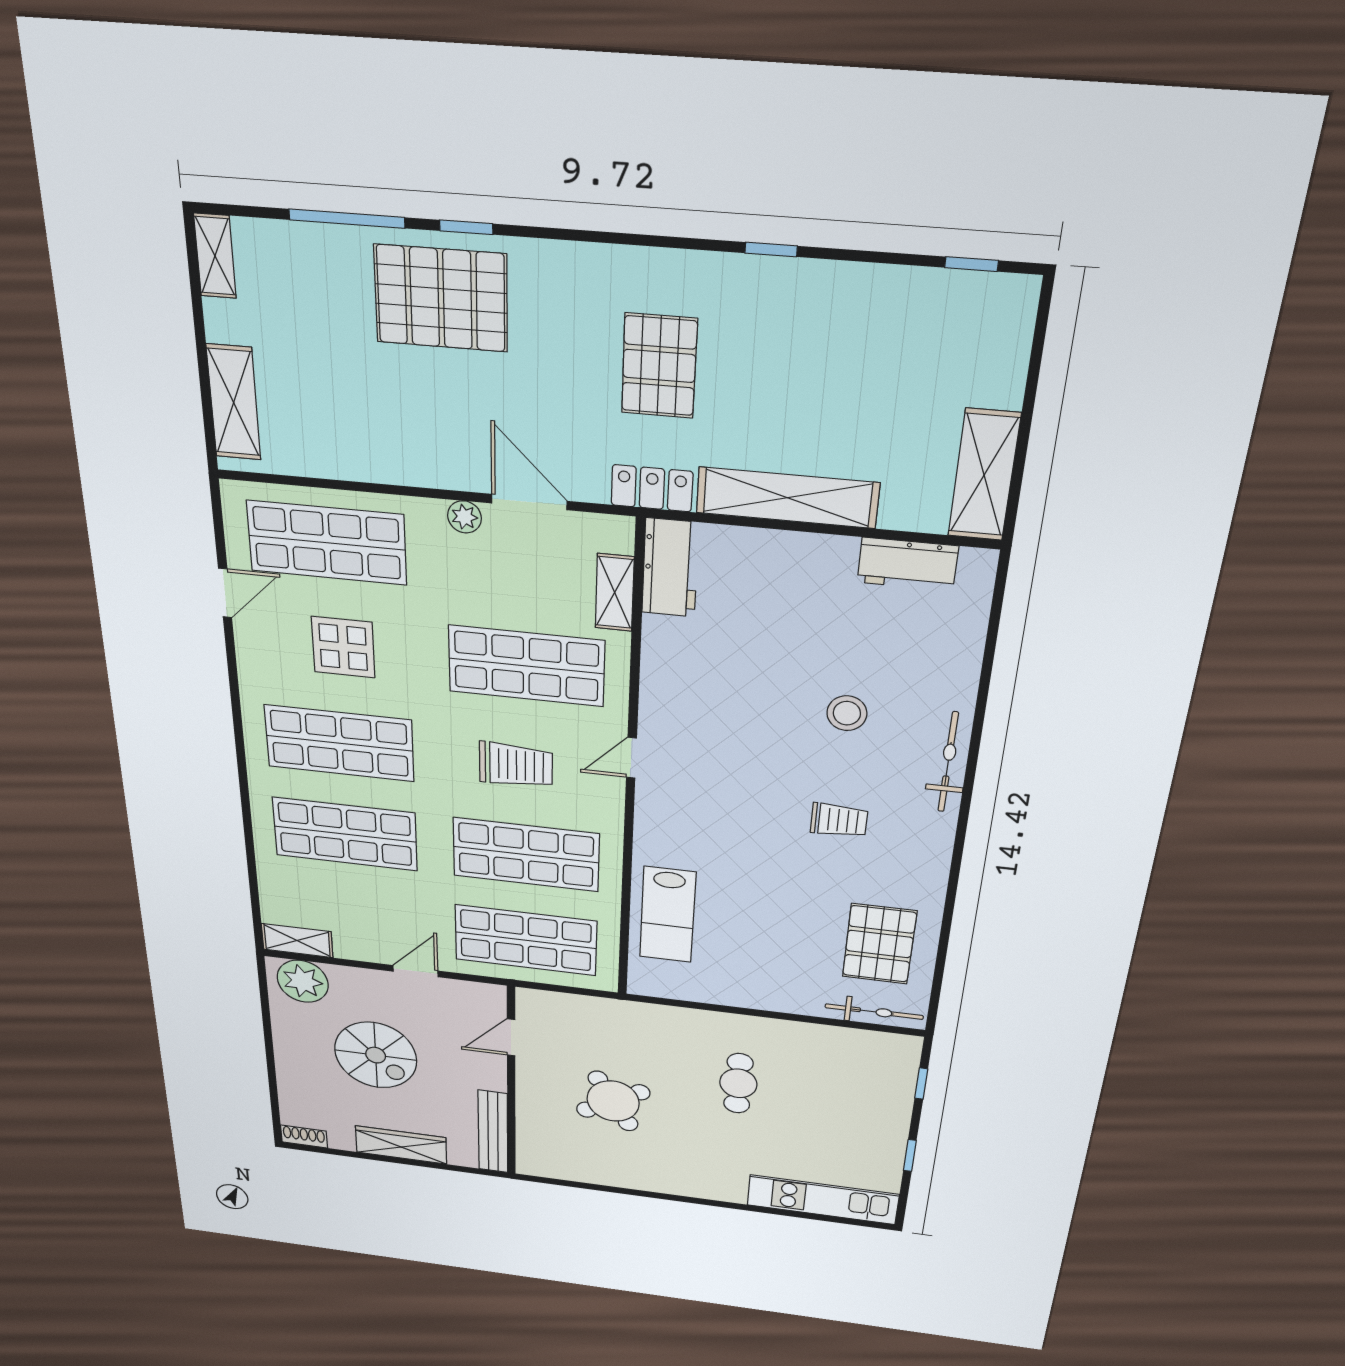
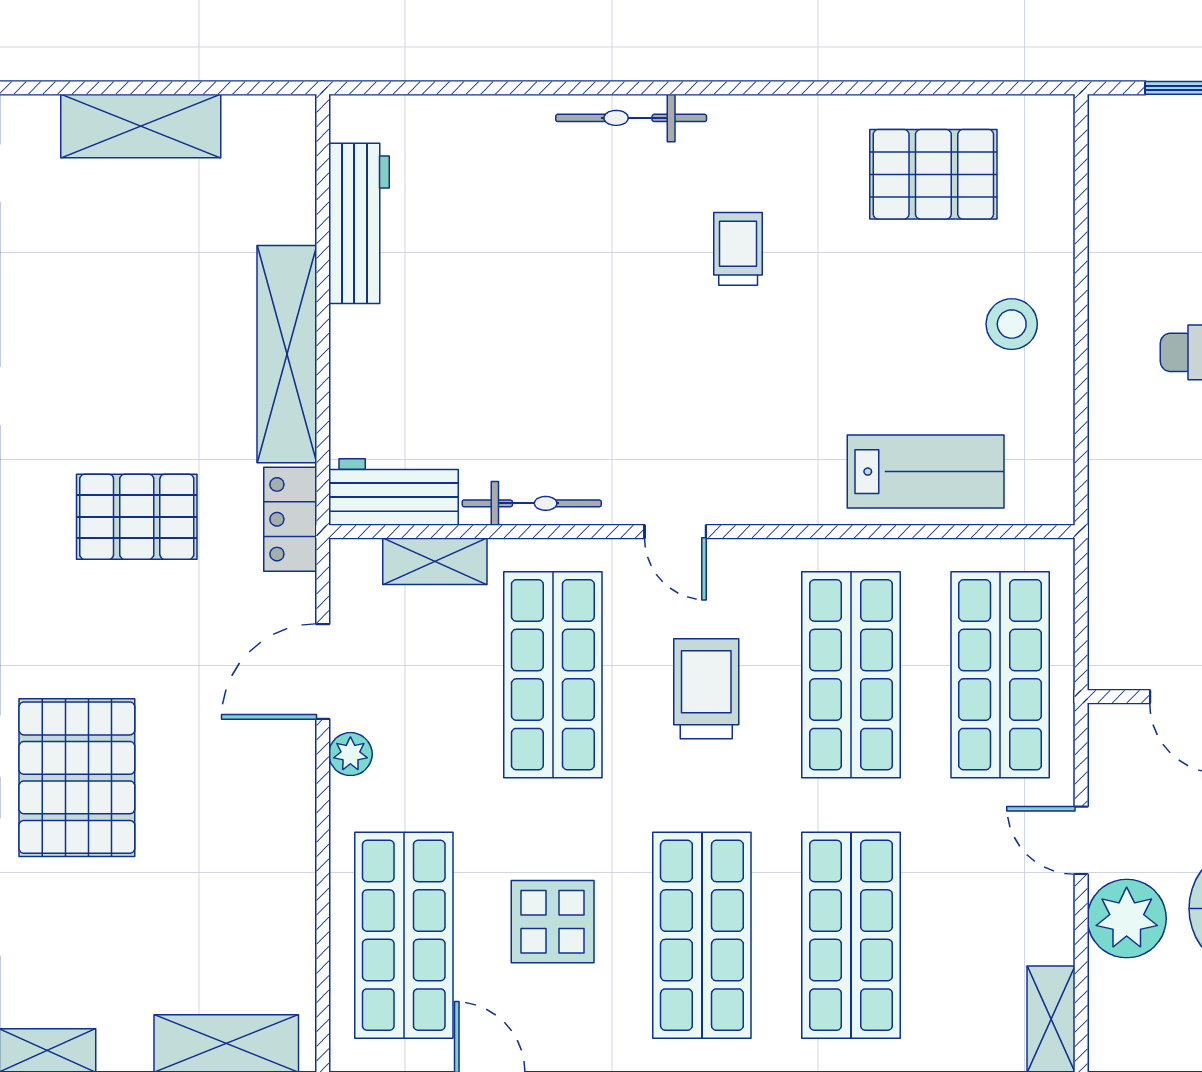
shelving: (984, 475) -> (141, 126), moved
workbench: (908, 564) -> (359, 223), width x1.37
stool: (847, 713) -> (1012, 324), moved
plant: (303, 981) -> (1127, 919), moved
bicycle: (874, 1012) -> (532, 503), moved, turned 90

